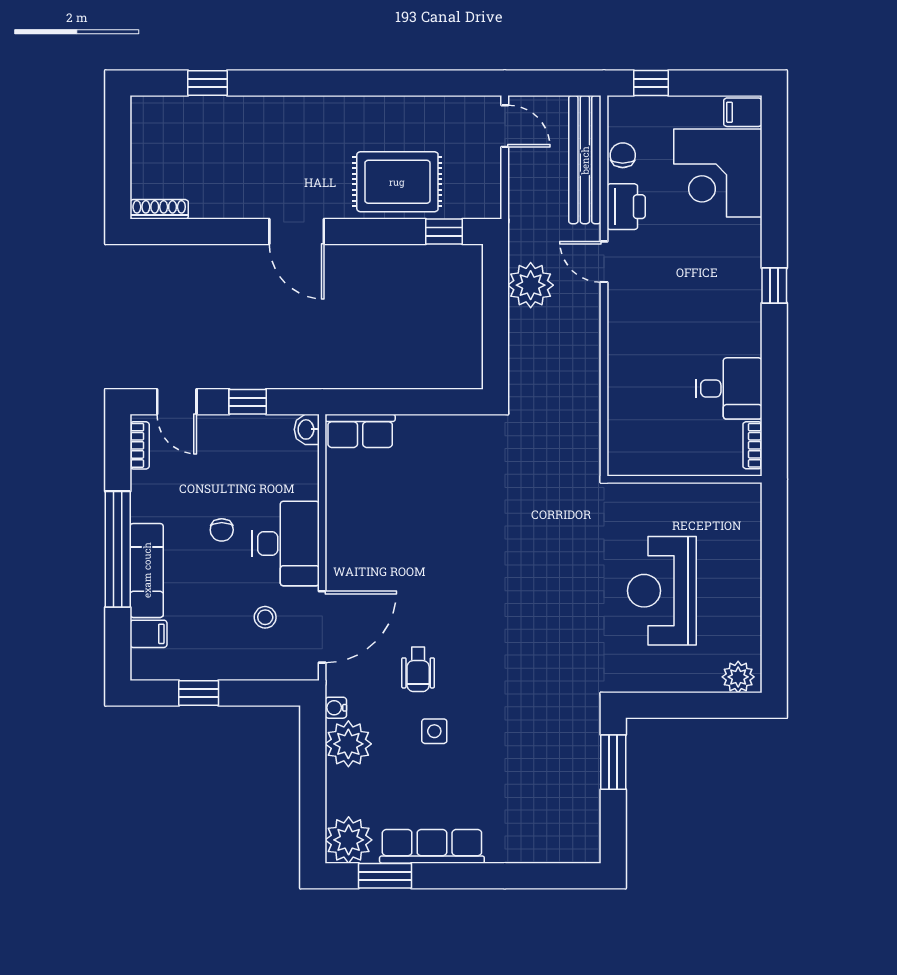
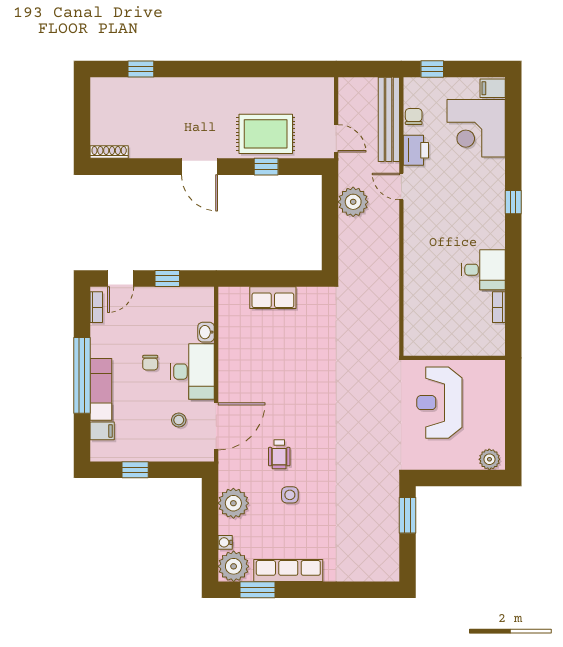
door: (505, 126) -> (336, 138), moved
window: (444, 232) -> (266, 167), moved
door: (177, 402) -> (121, 279), hinge flipped
washbasin: (307, 429) -> (206, 332), moved
row of seats: (360, 431) -> (273, 298), moved
wall: (684, 479) -> (454, 358), moved
water cooler: (336, 708) -> (225, 542), moved

